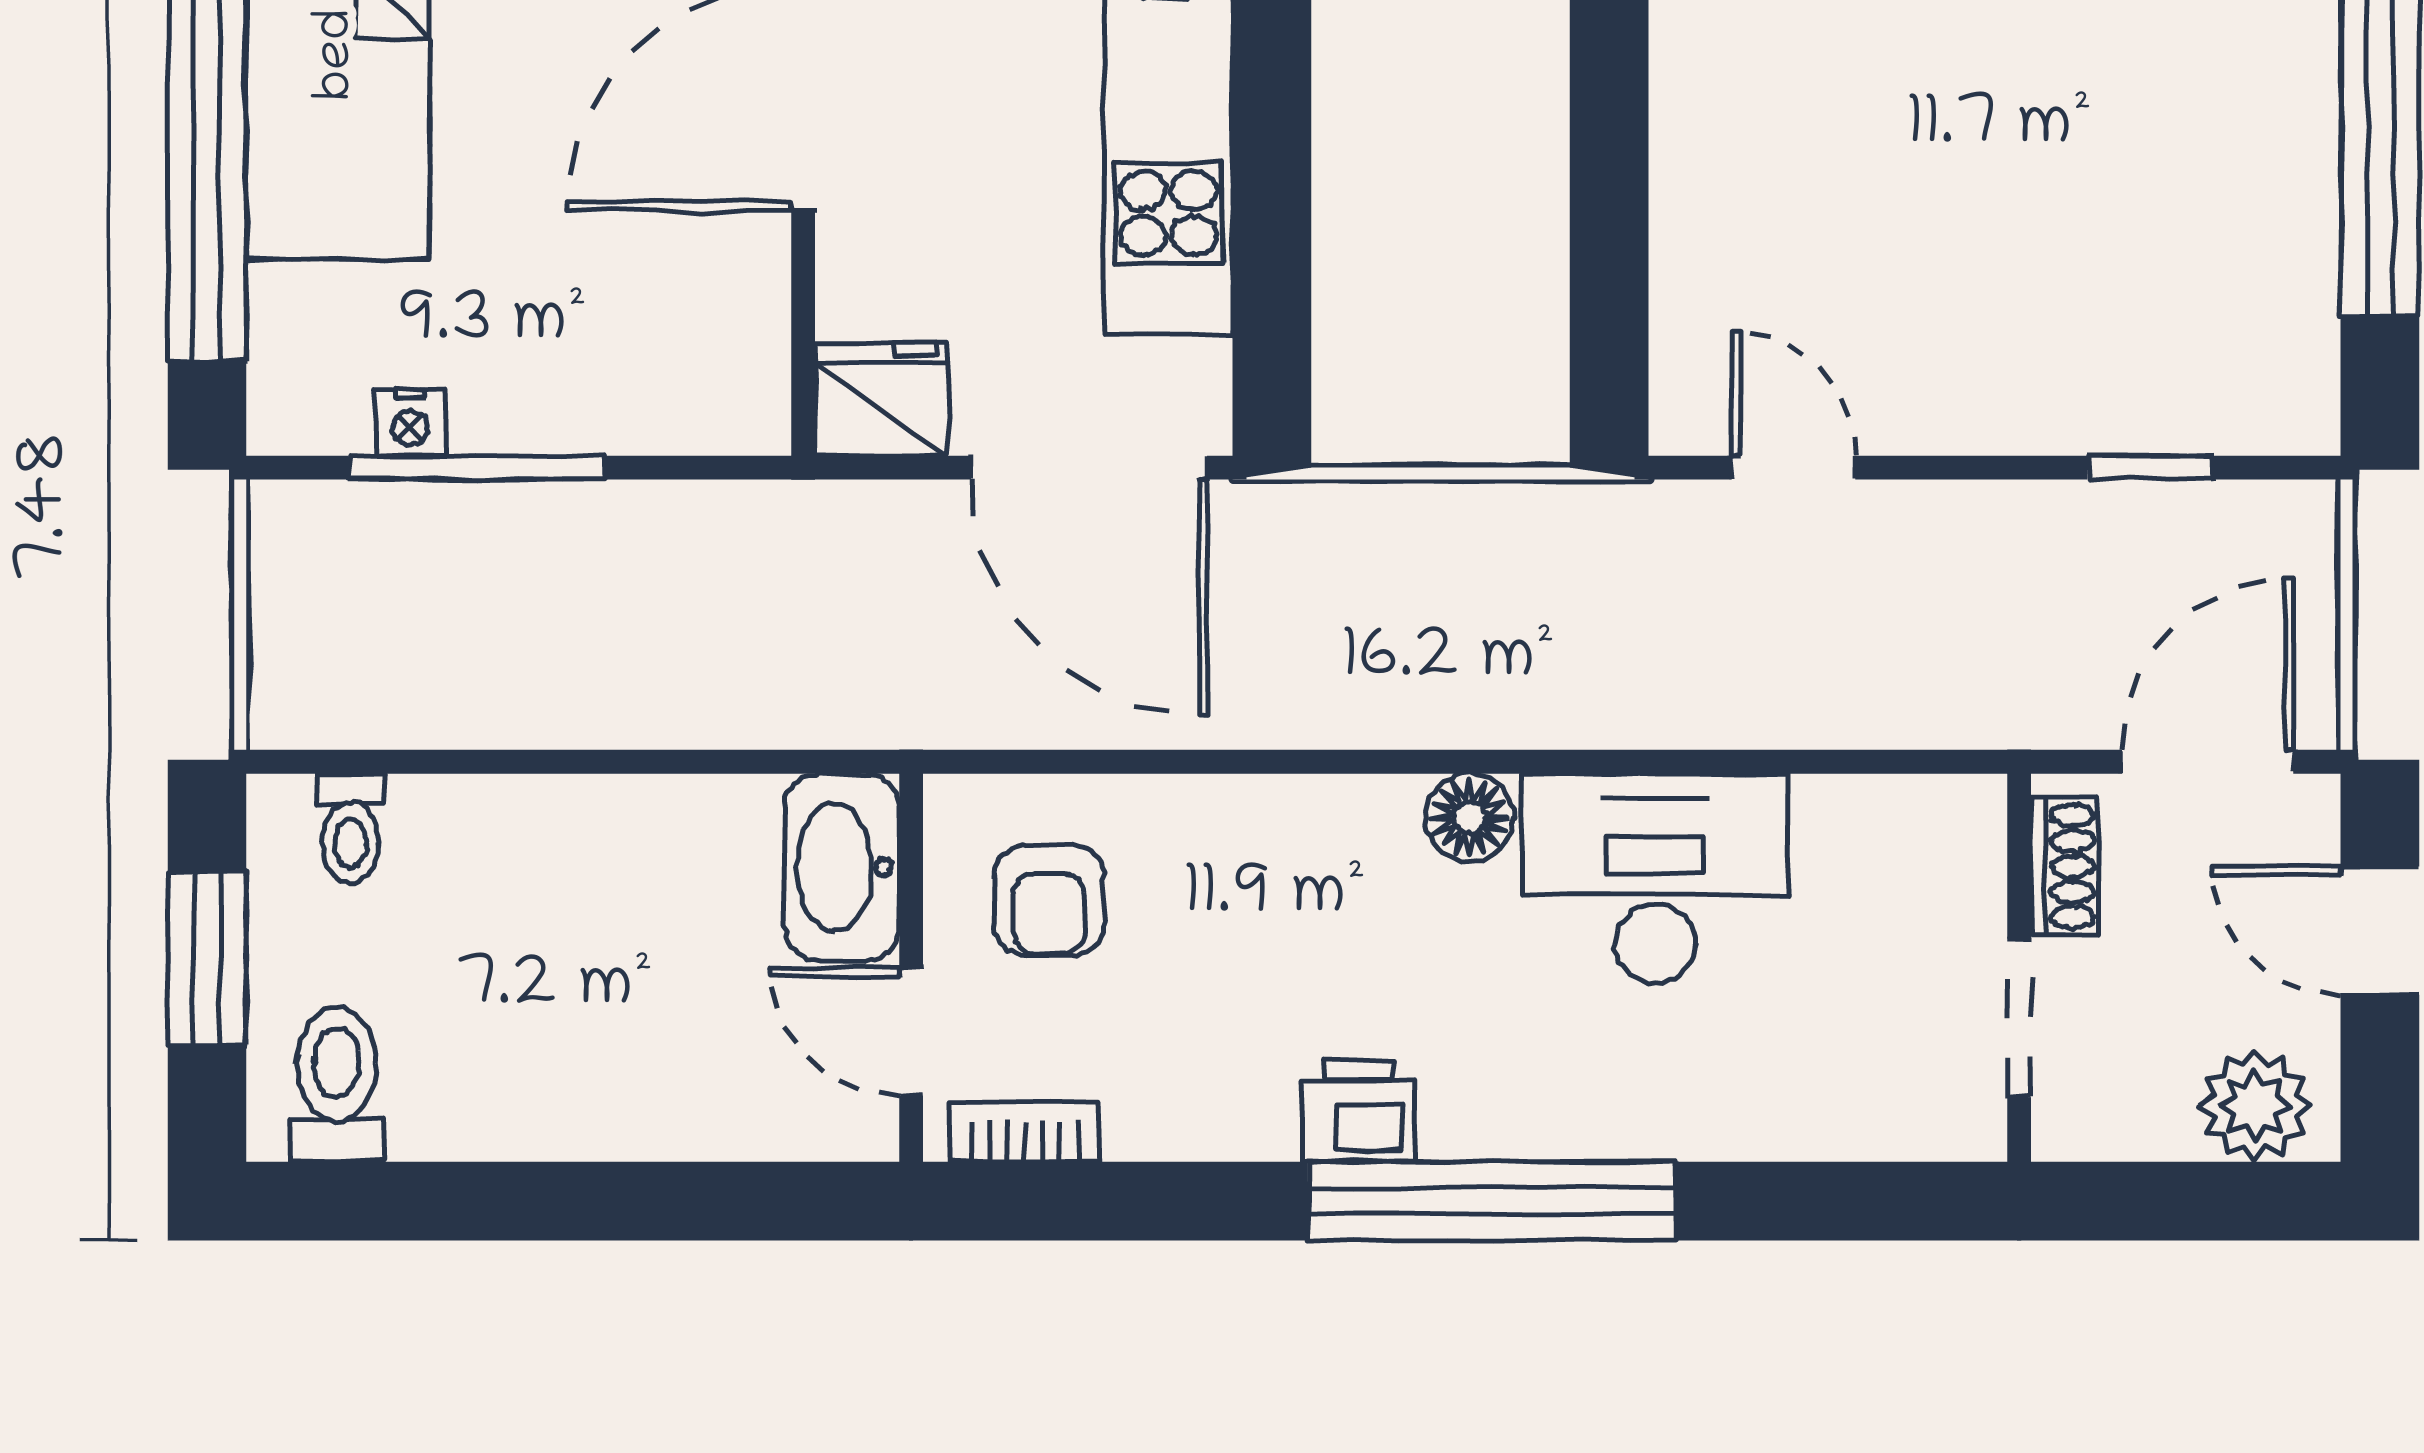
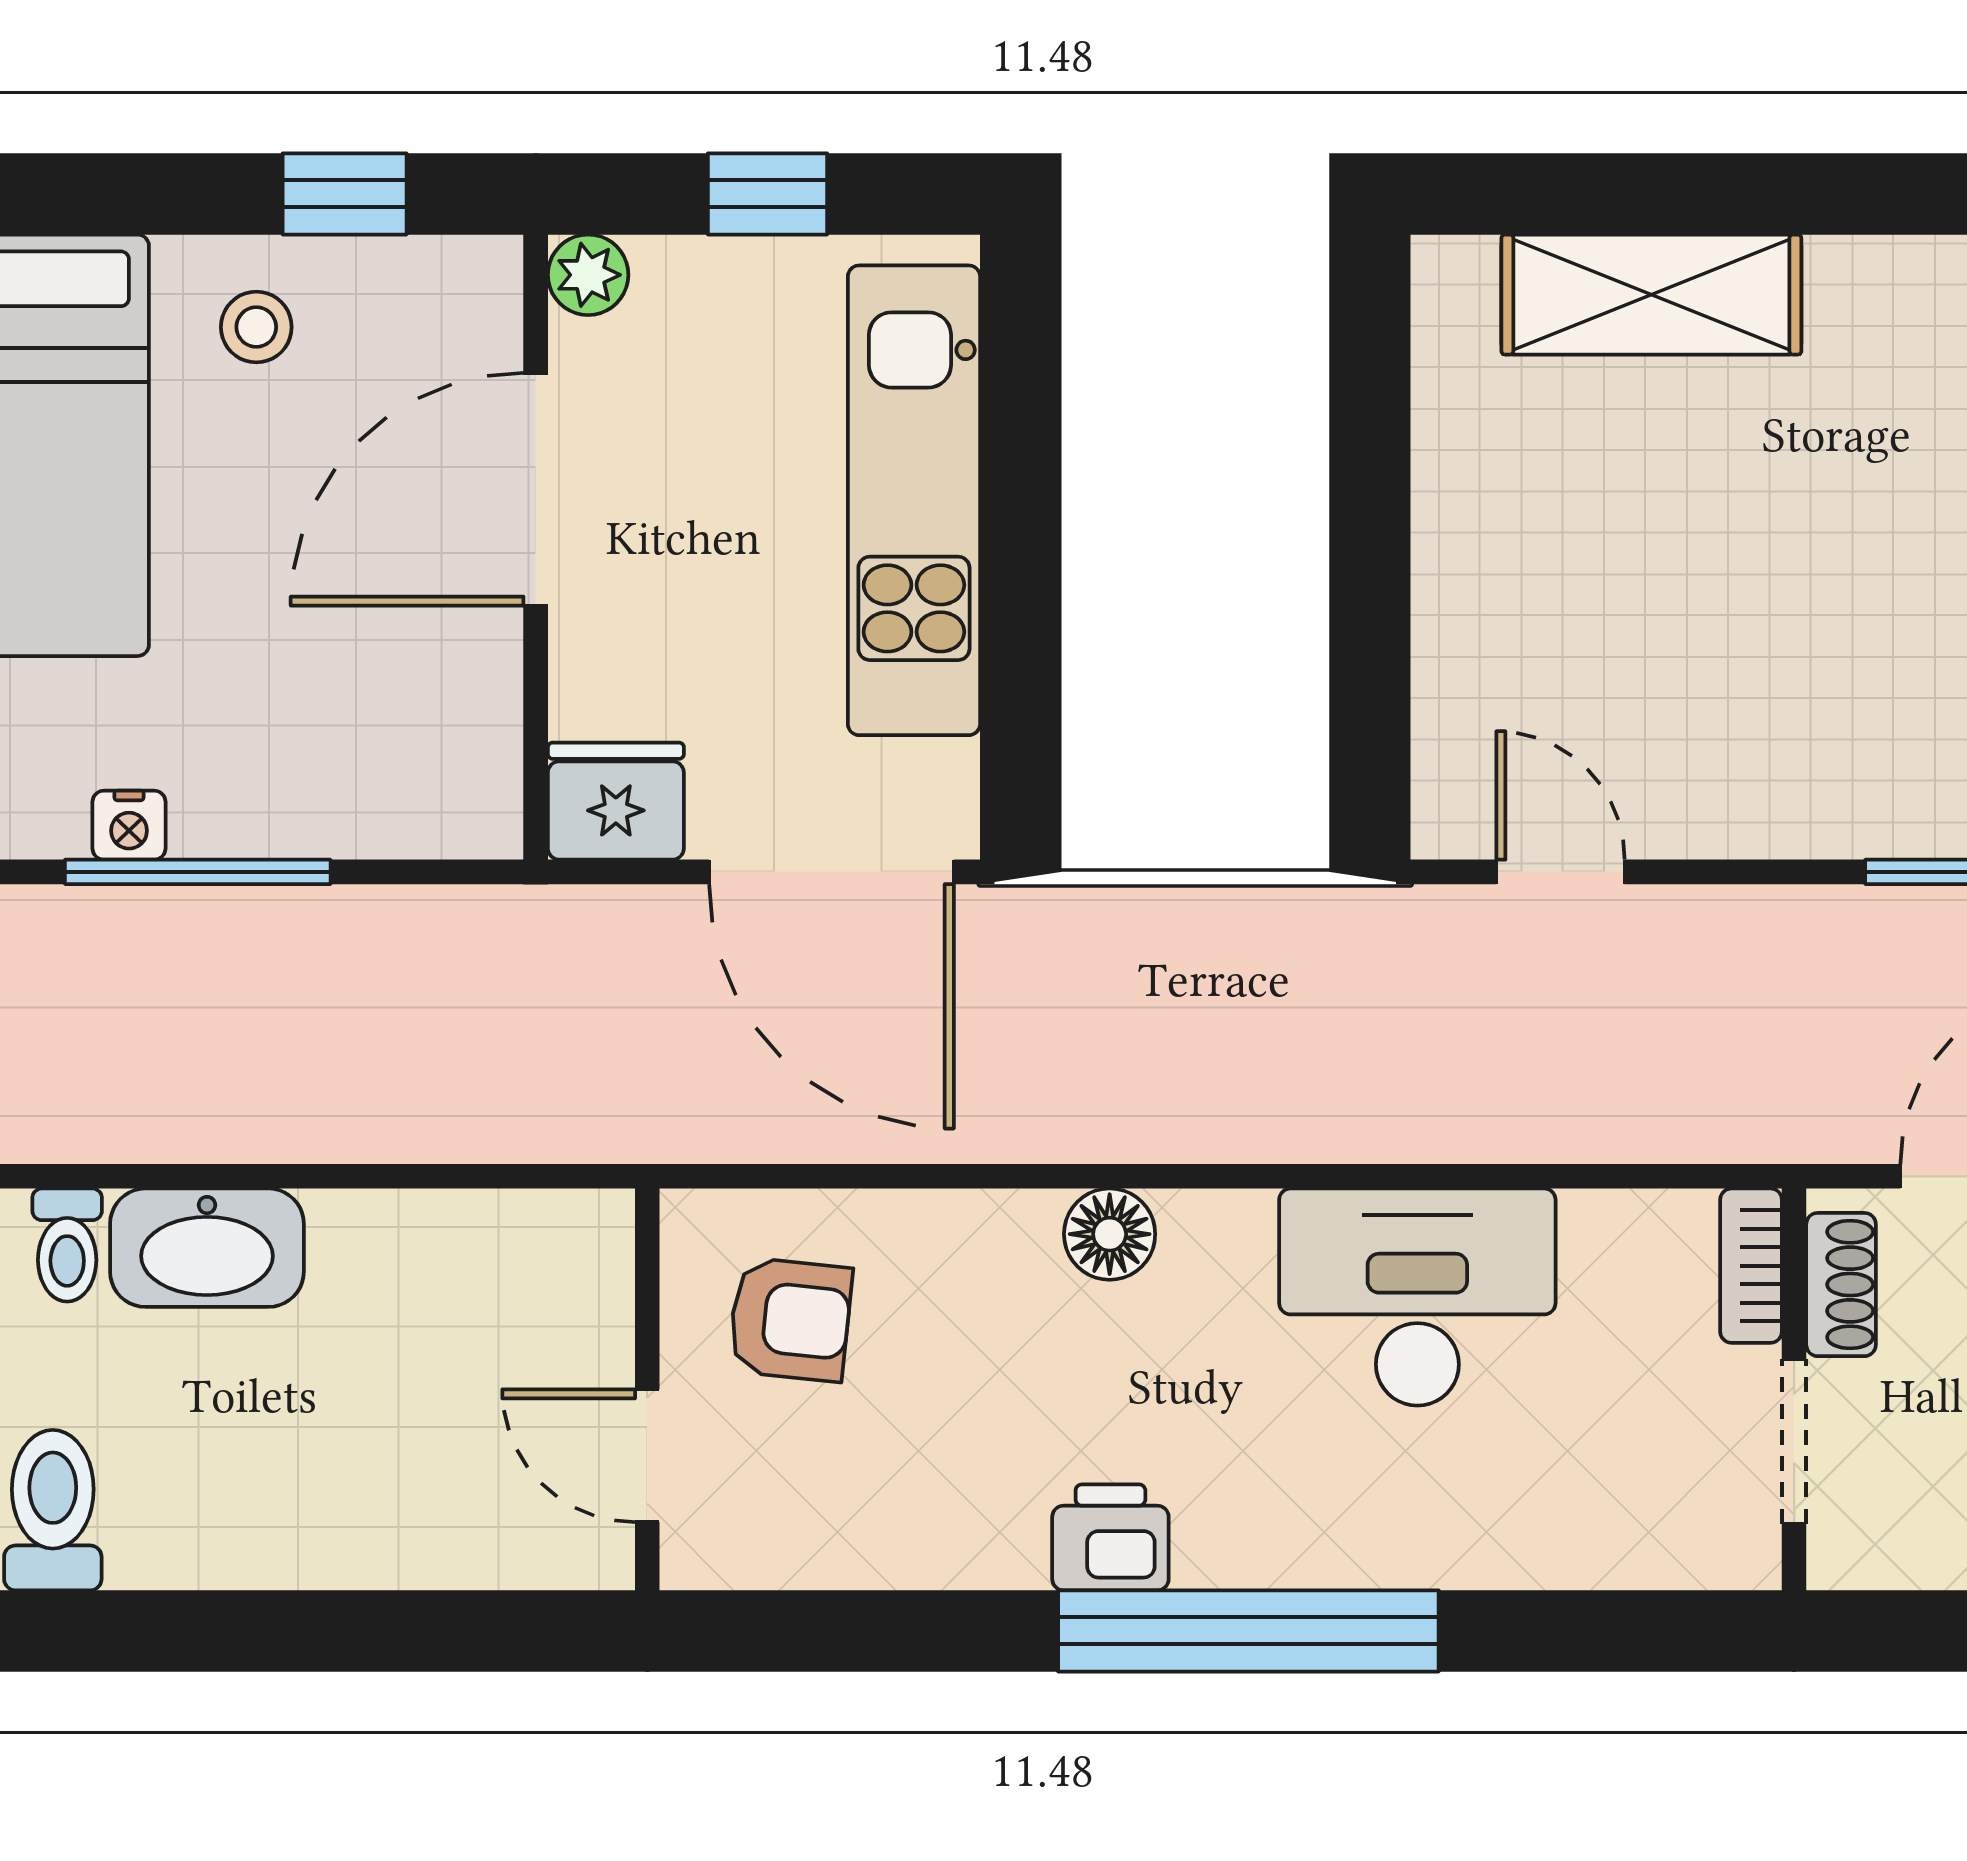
floor lamp: (1470, 818) -> (1110, 1234), moved
washbasin: (842, 867) -> (207, 1248), moved, turned -90
armchair: (1049, 900) -> (790, 1319), turned -84
bookcase: (1025, 1132) -> (1751, 1266), moved, turned -90

